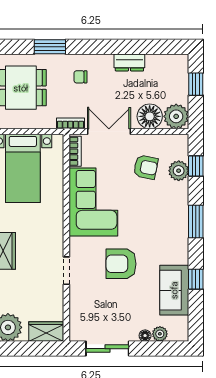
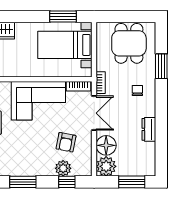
window: (196, 84) -> (132, 182), width x1.50

